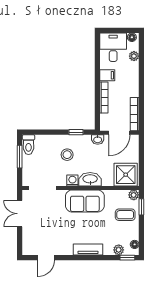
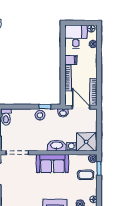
door: (119, 133) -> (81, 107), swing flipped
stool: (67, 155) -> (40, 115), moved
washing machine: (72, 181) -> (71, 147), moved

